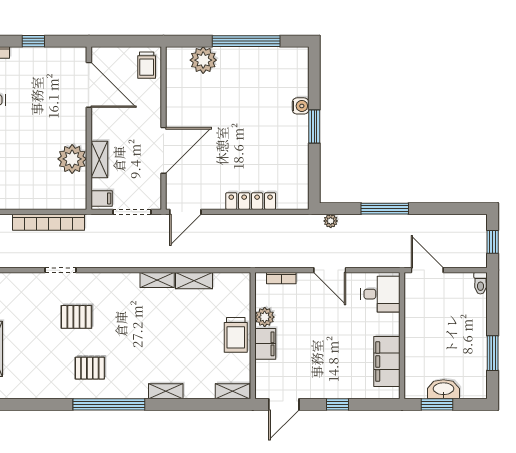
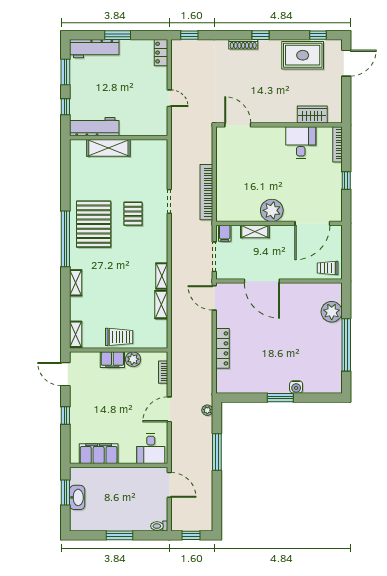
plant: (72, 159) -> (272, 210), moved
door: (427, 270) -> (169, 485), hinge flipped
trolley: (236, 335) -> (119, 337), turned 180
window: (493, 353) -> (119, 535), moved
pallet: (90, 368) -> (94, 224), width x2.05, depth x2.00

